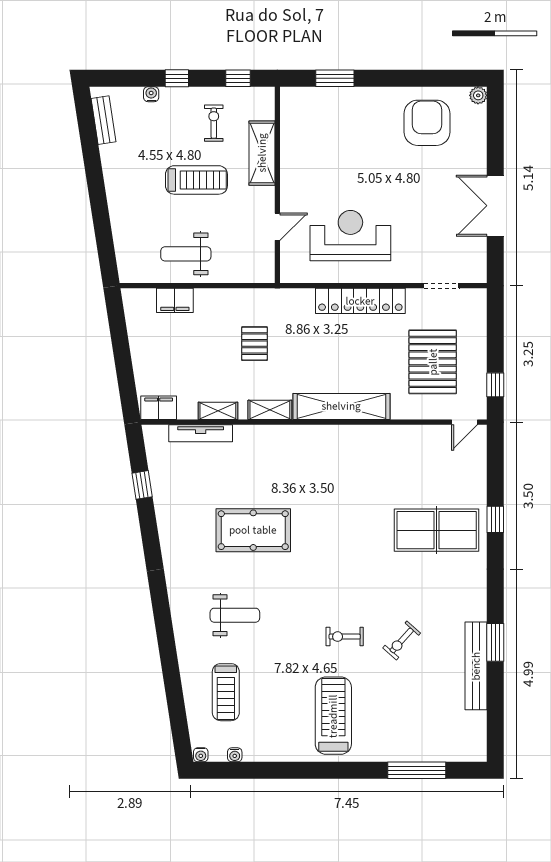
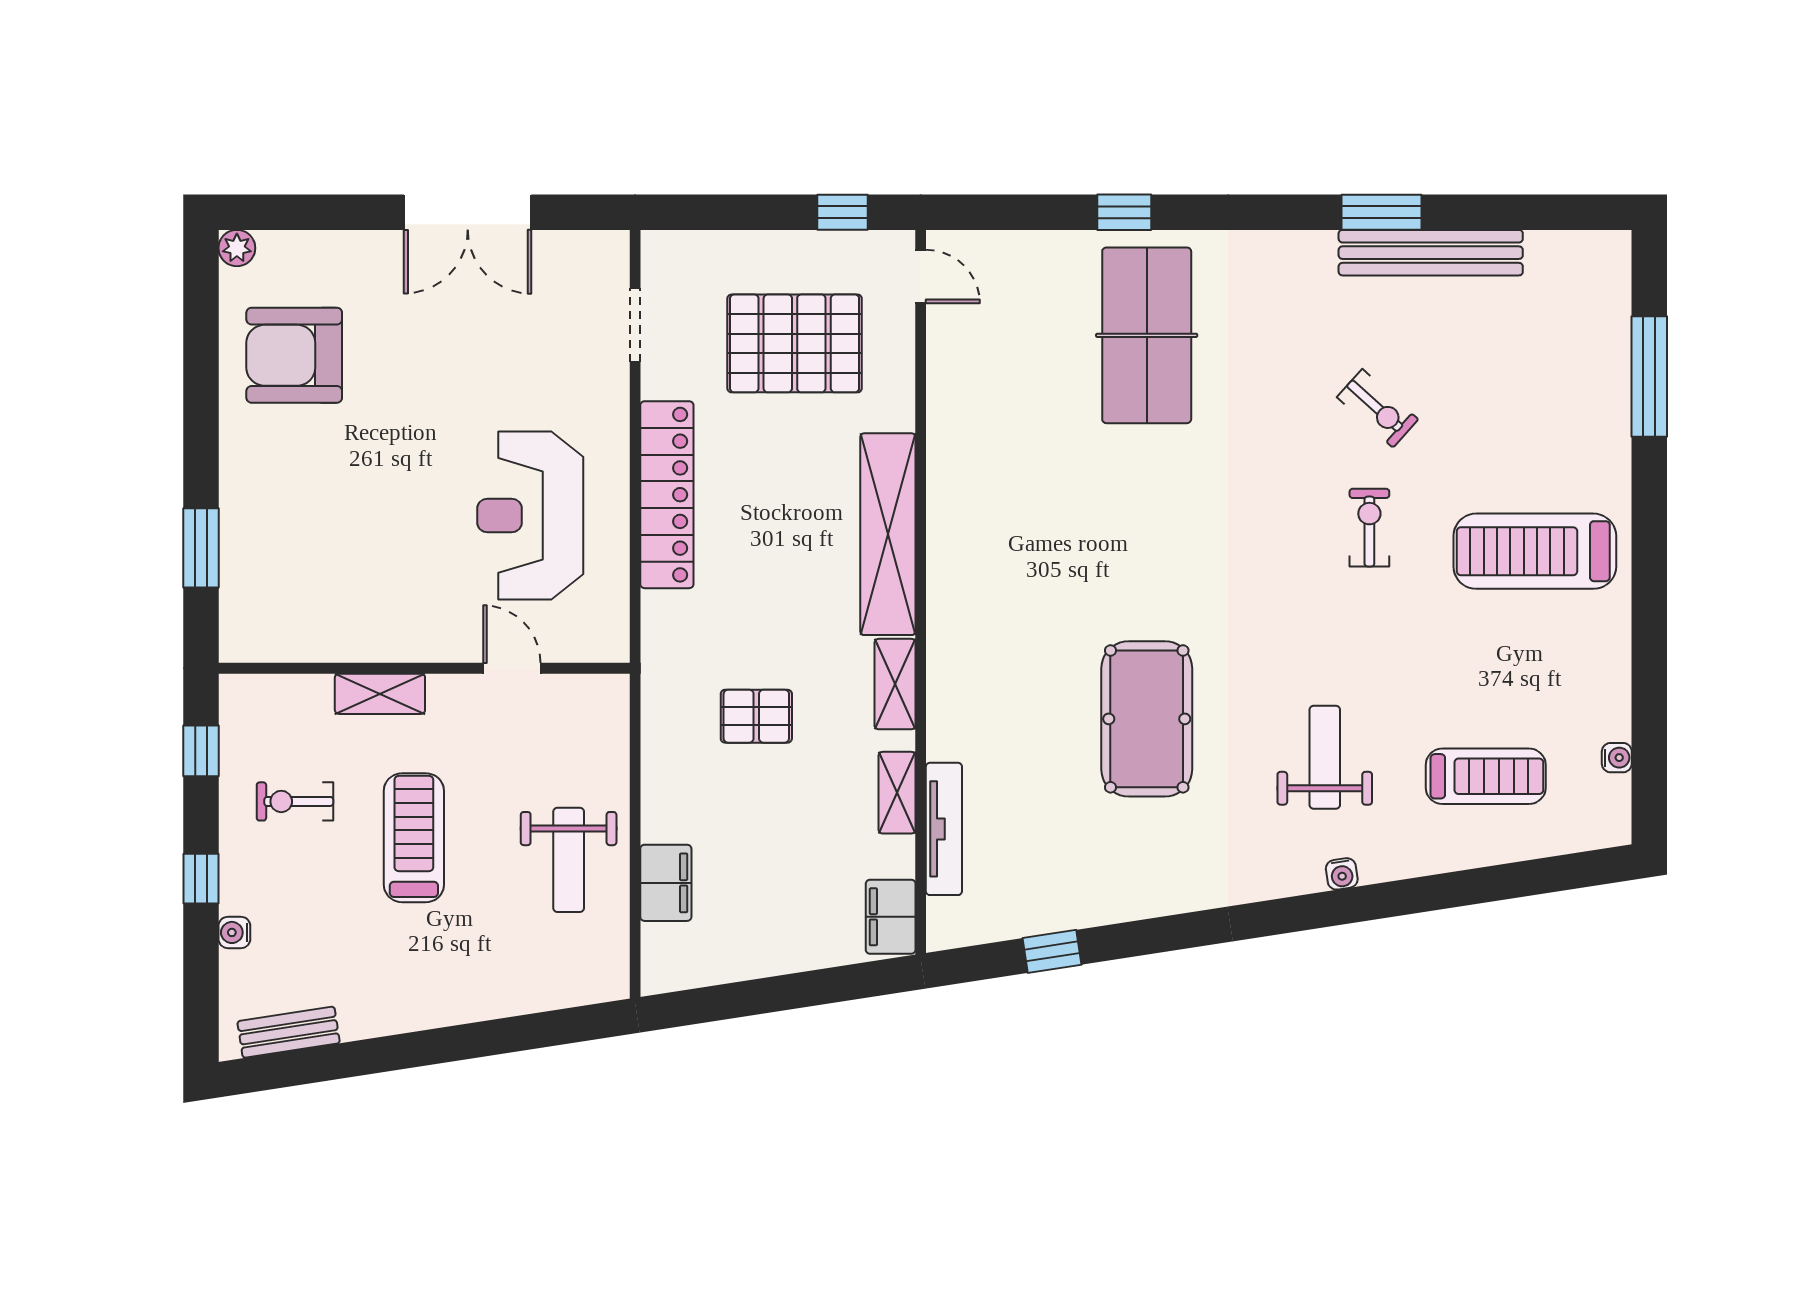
shelving: (262, 153) -> (380, 694), width x0.67, depth x0.75
exercise bike: (345, 637) -> (1369, 528), turned 180
water cooler: (201, 755) -> (1342, 874), moved, turned 81

